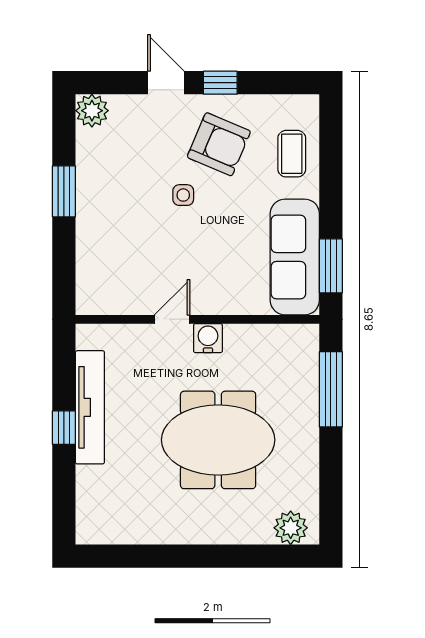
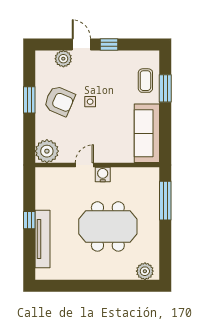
plant: (92, 111) -> (63, 59), moved
armchair: (219, 144) -> (59, 101), moved
window: (331, 266) -> (165, 88), moved
plant: (98, 292) -> (47, 151), added
tv unit: (90, 407) -> (43, 239), moved

